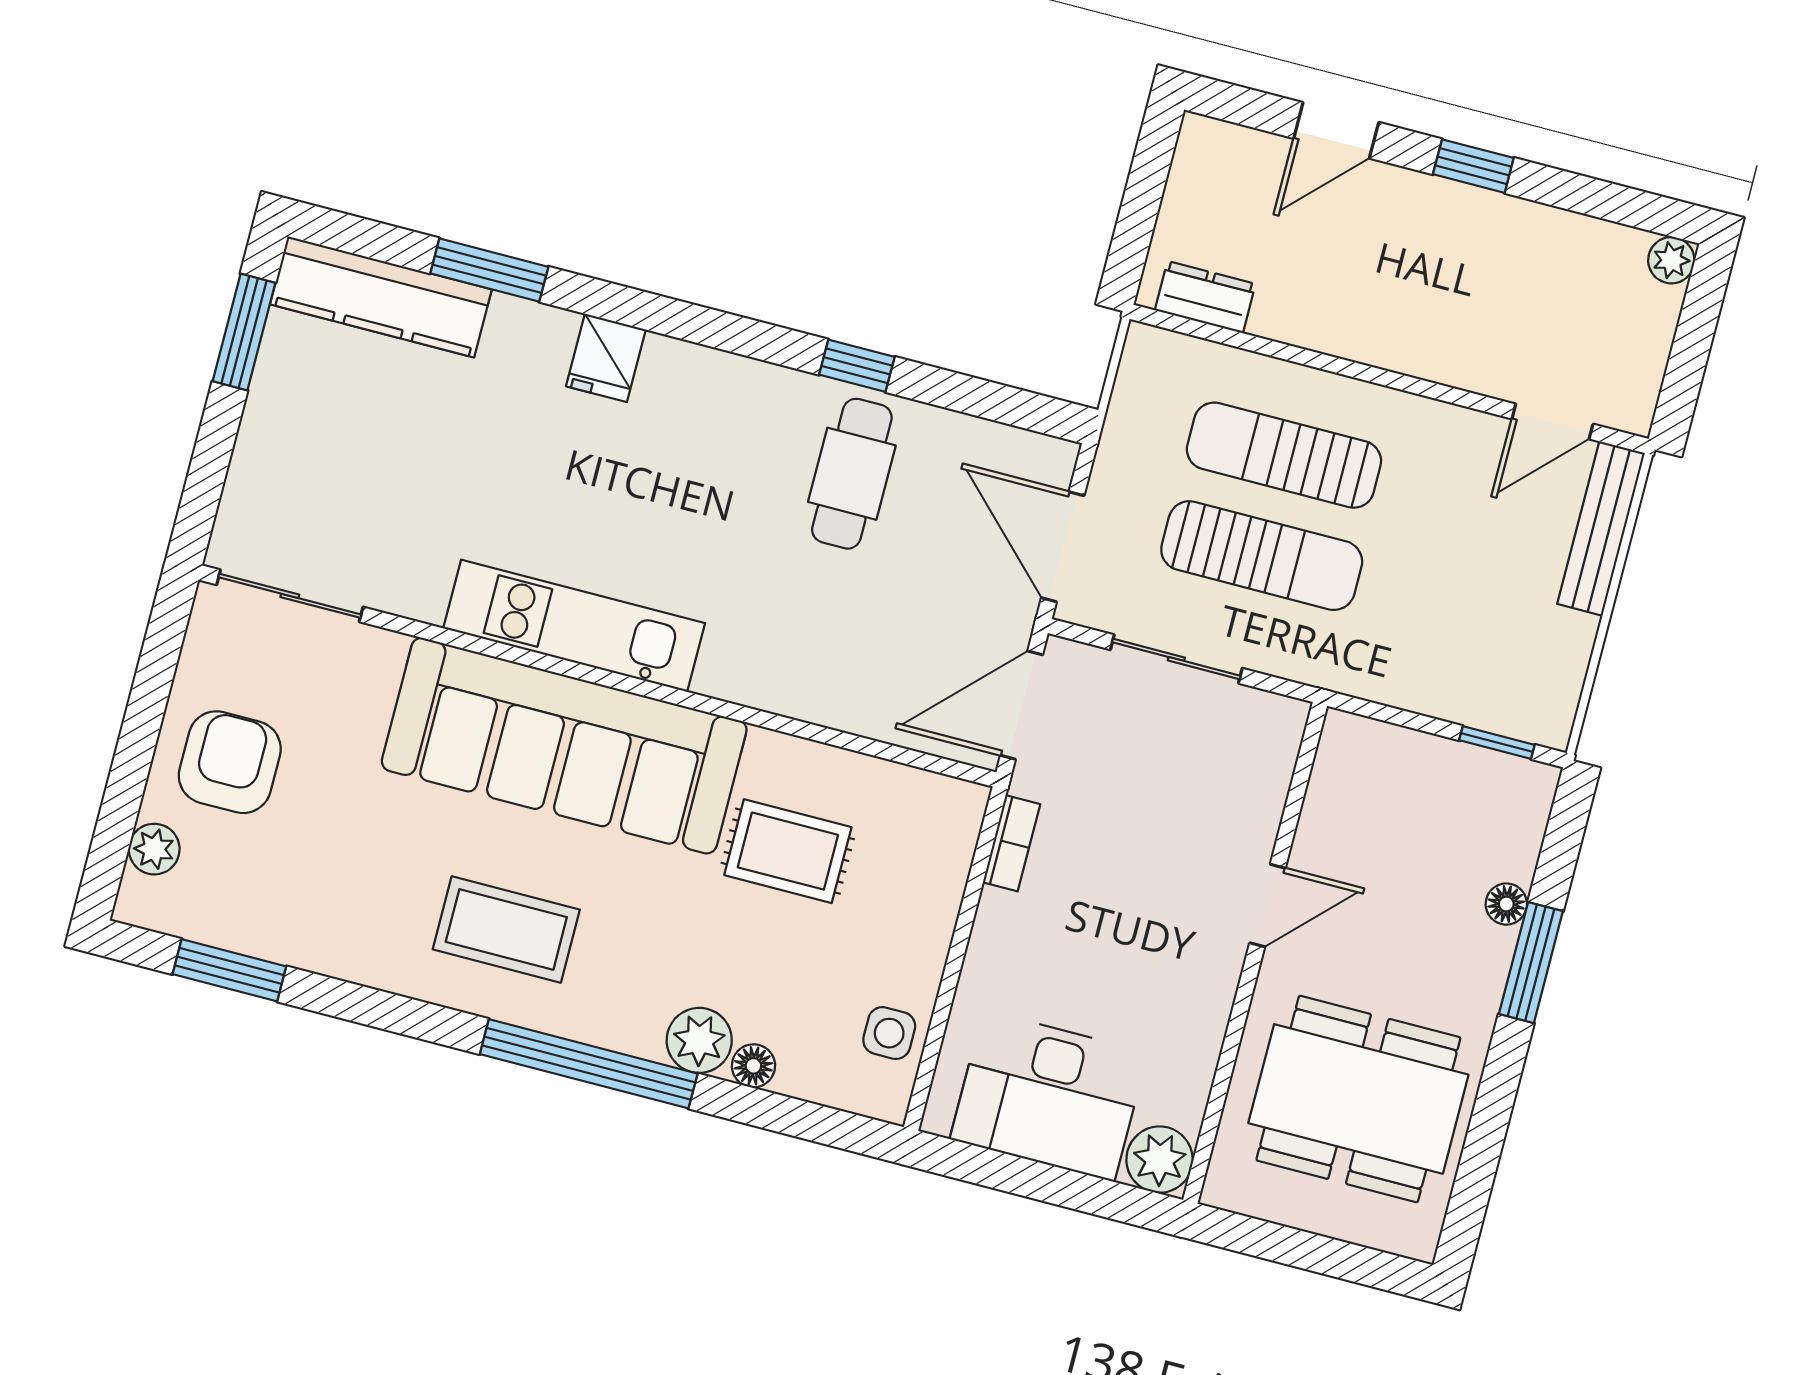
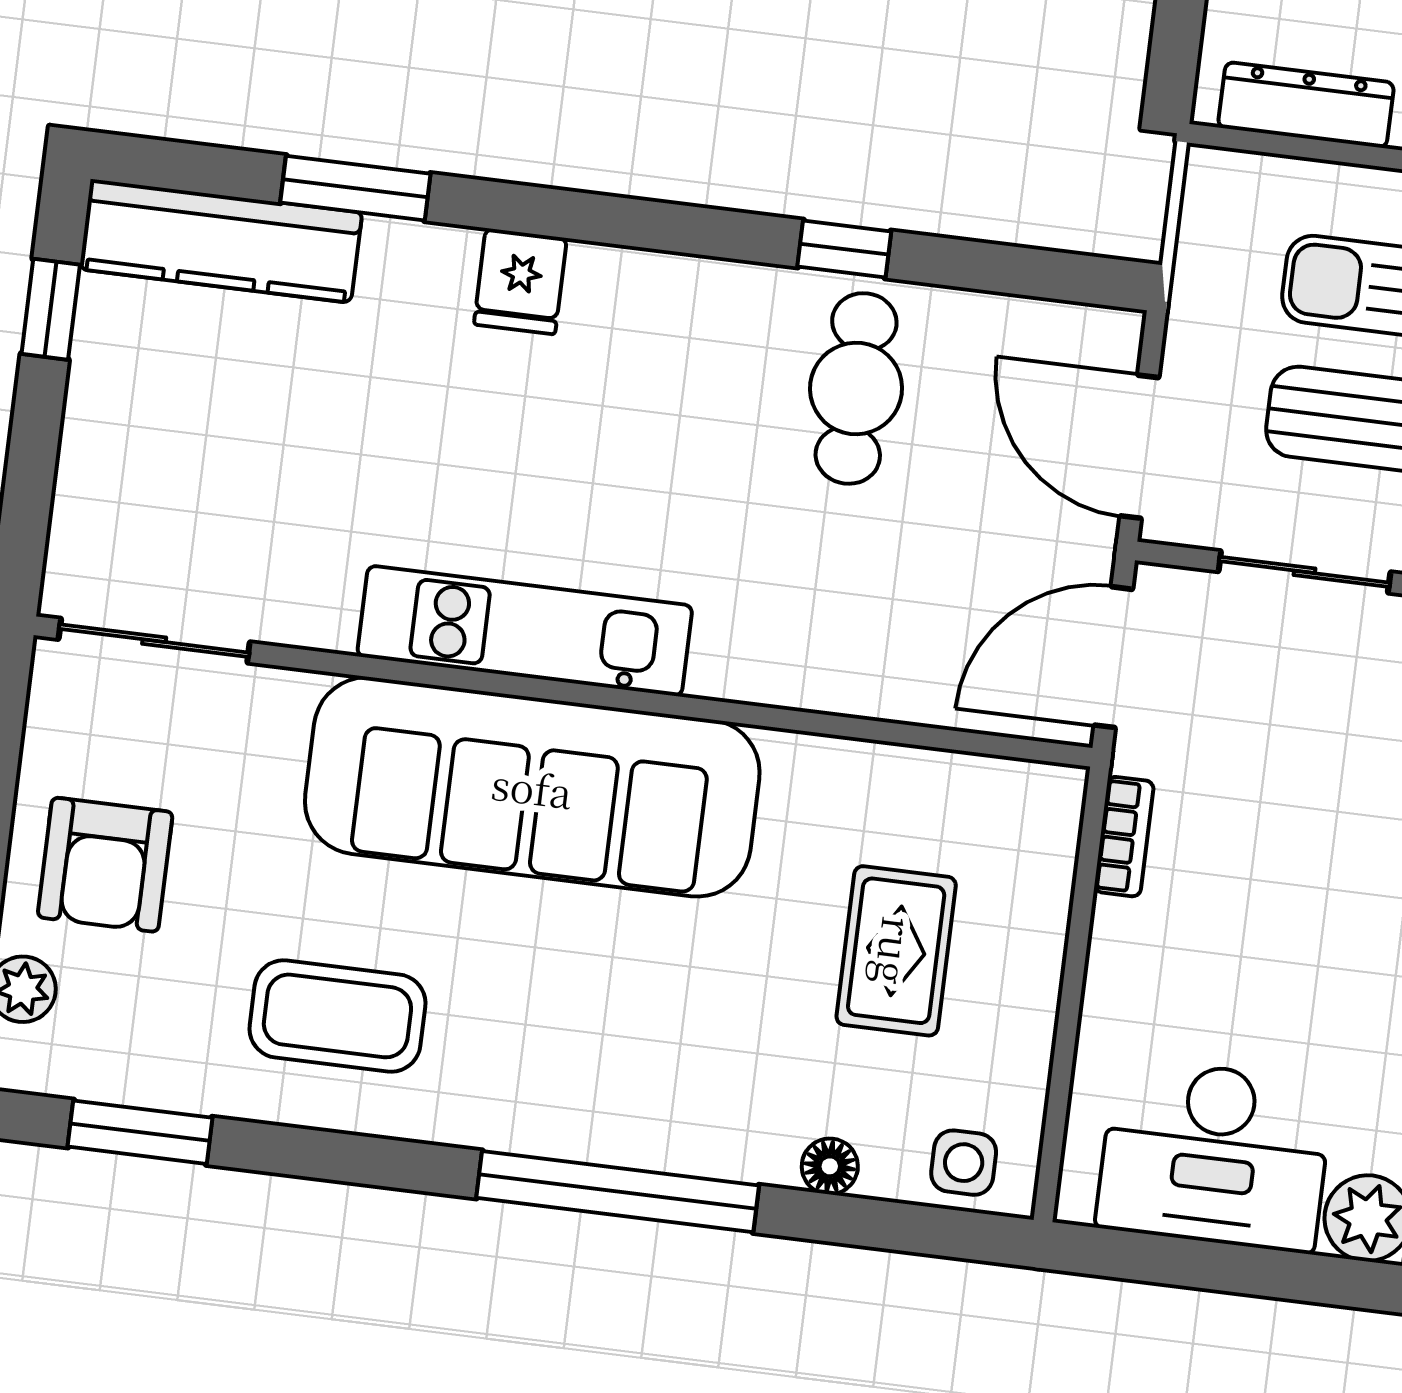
dresser: (1205, 297) -> (1306, 105), width x1.44
window: (244, 332) -> (51, 309), width x0.67
armchair: (230, 762) -> (105, 865), turned 180
rug: (788, 851) -> (896, 951), moved, turned 90
coffee table: (506, 929) -> (337, 1016), moved
side table: (889, 1033) -> (964, 1163), moved
plant: (699, 1040) -> (756, 1143), removed

